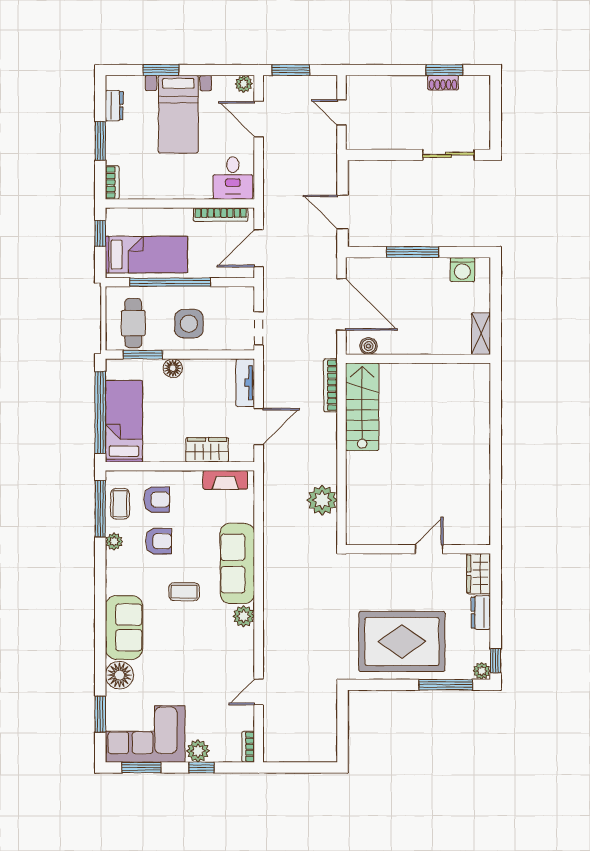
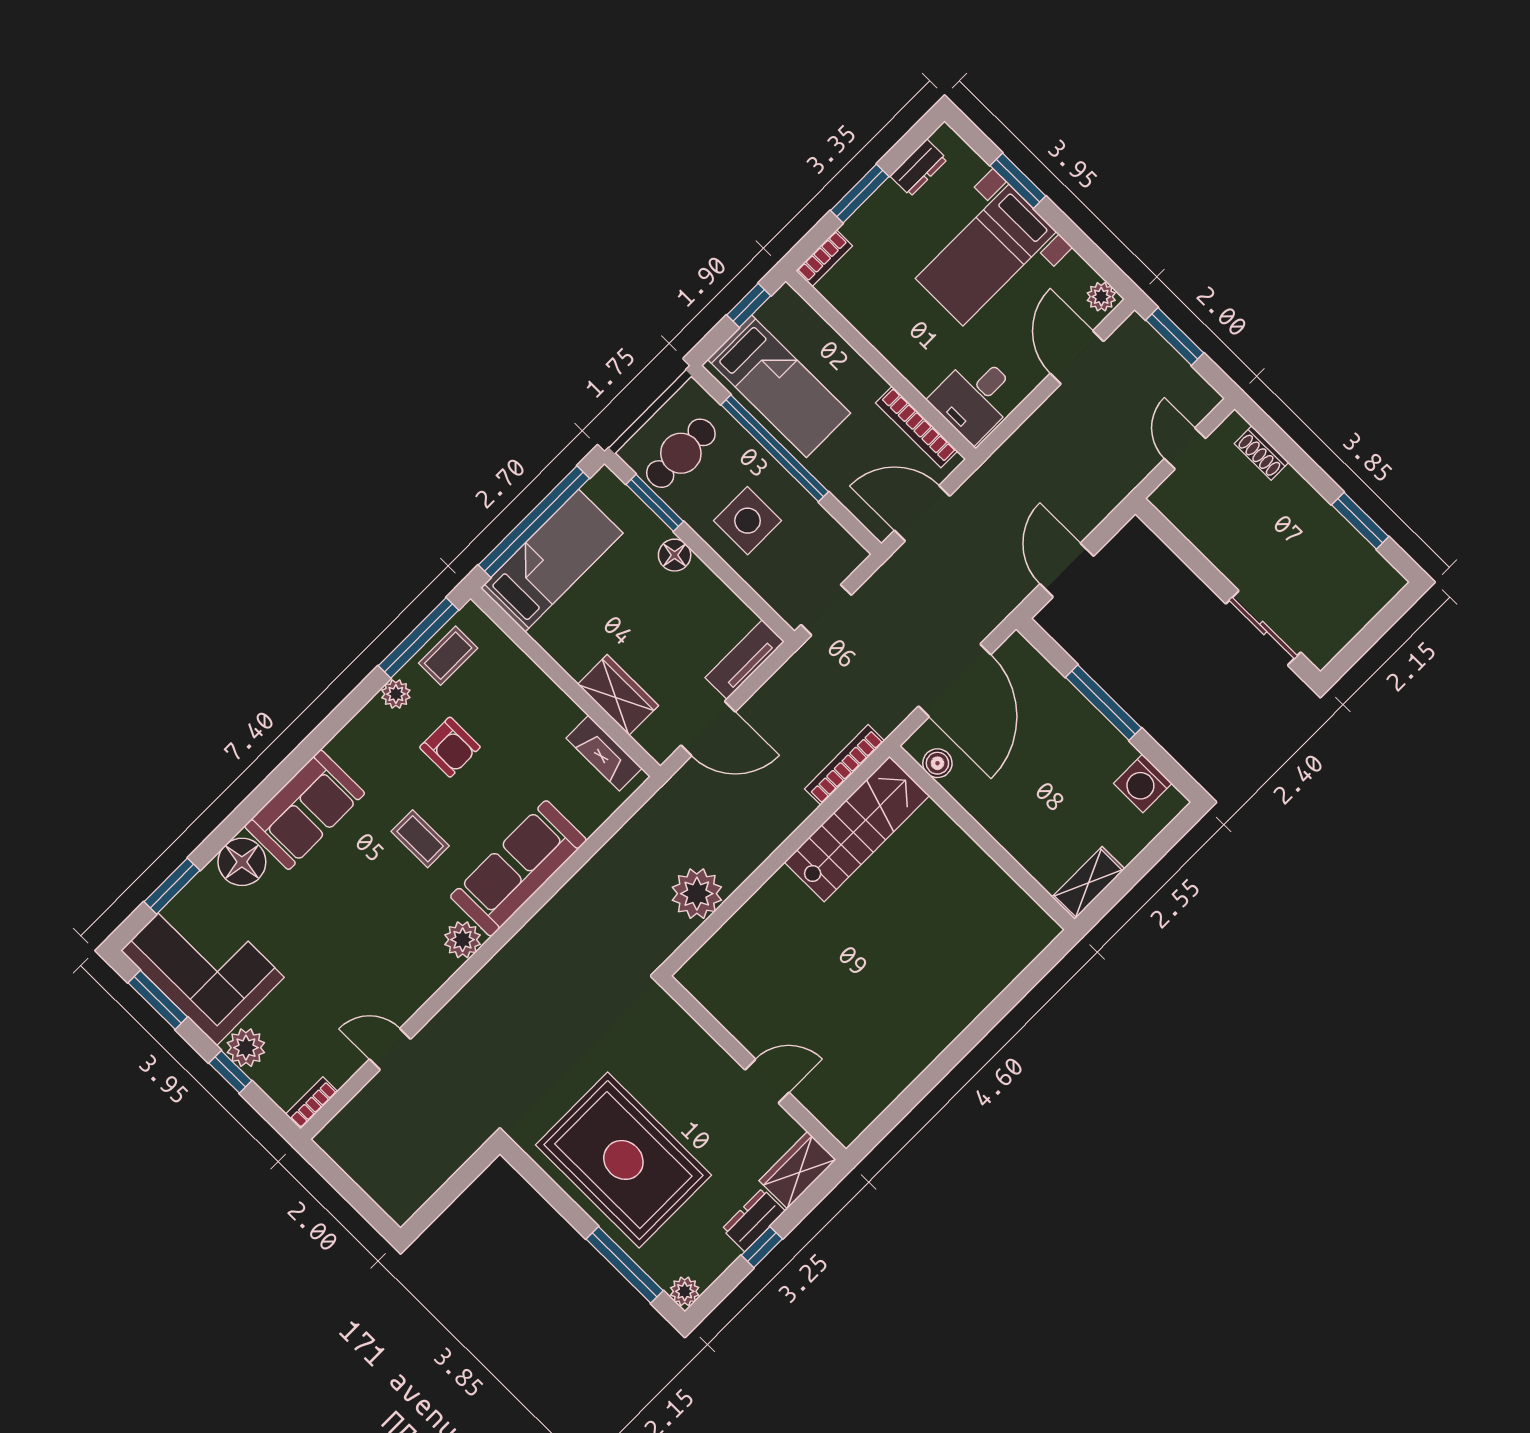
shoe rack: (443, 83) -> (1262, 453), moved
armchair: (157, 500) -> (498, 695), removed
window: (496, 661) -> (762, 1247), moved

